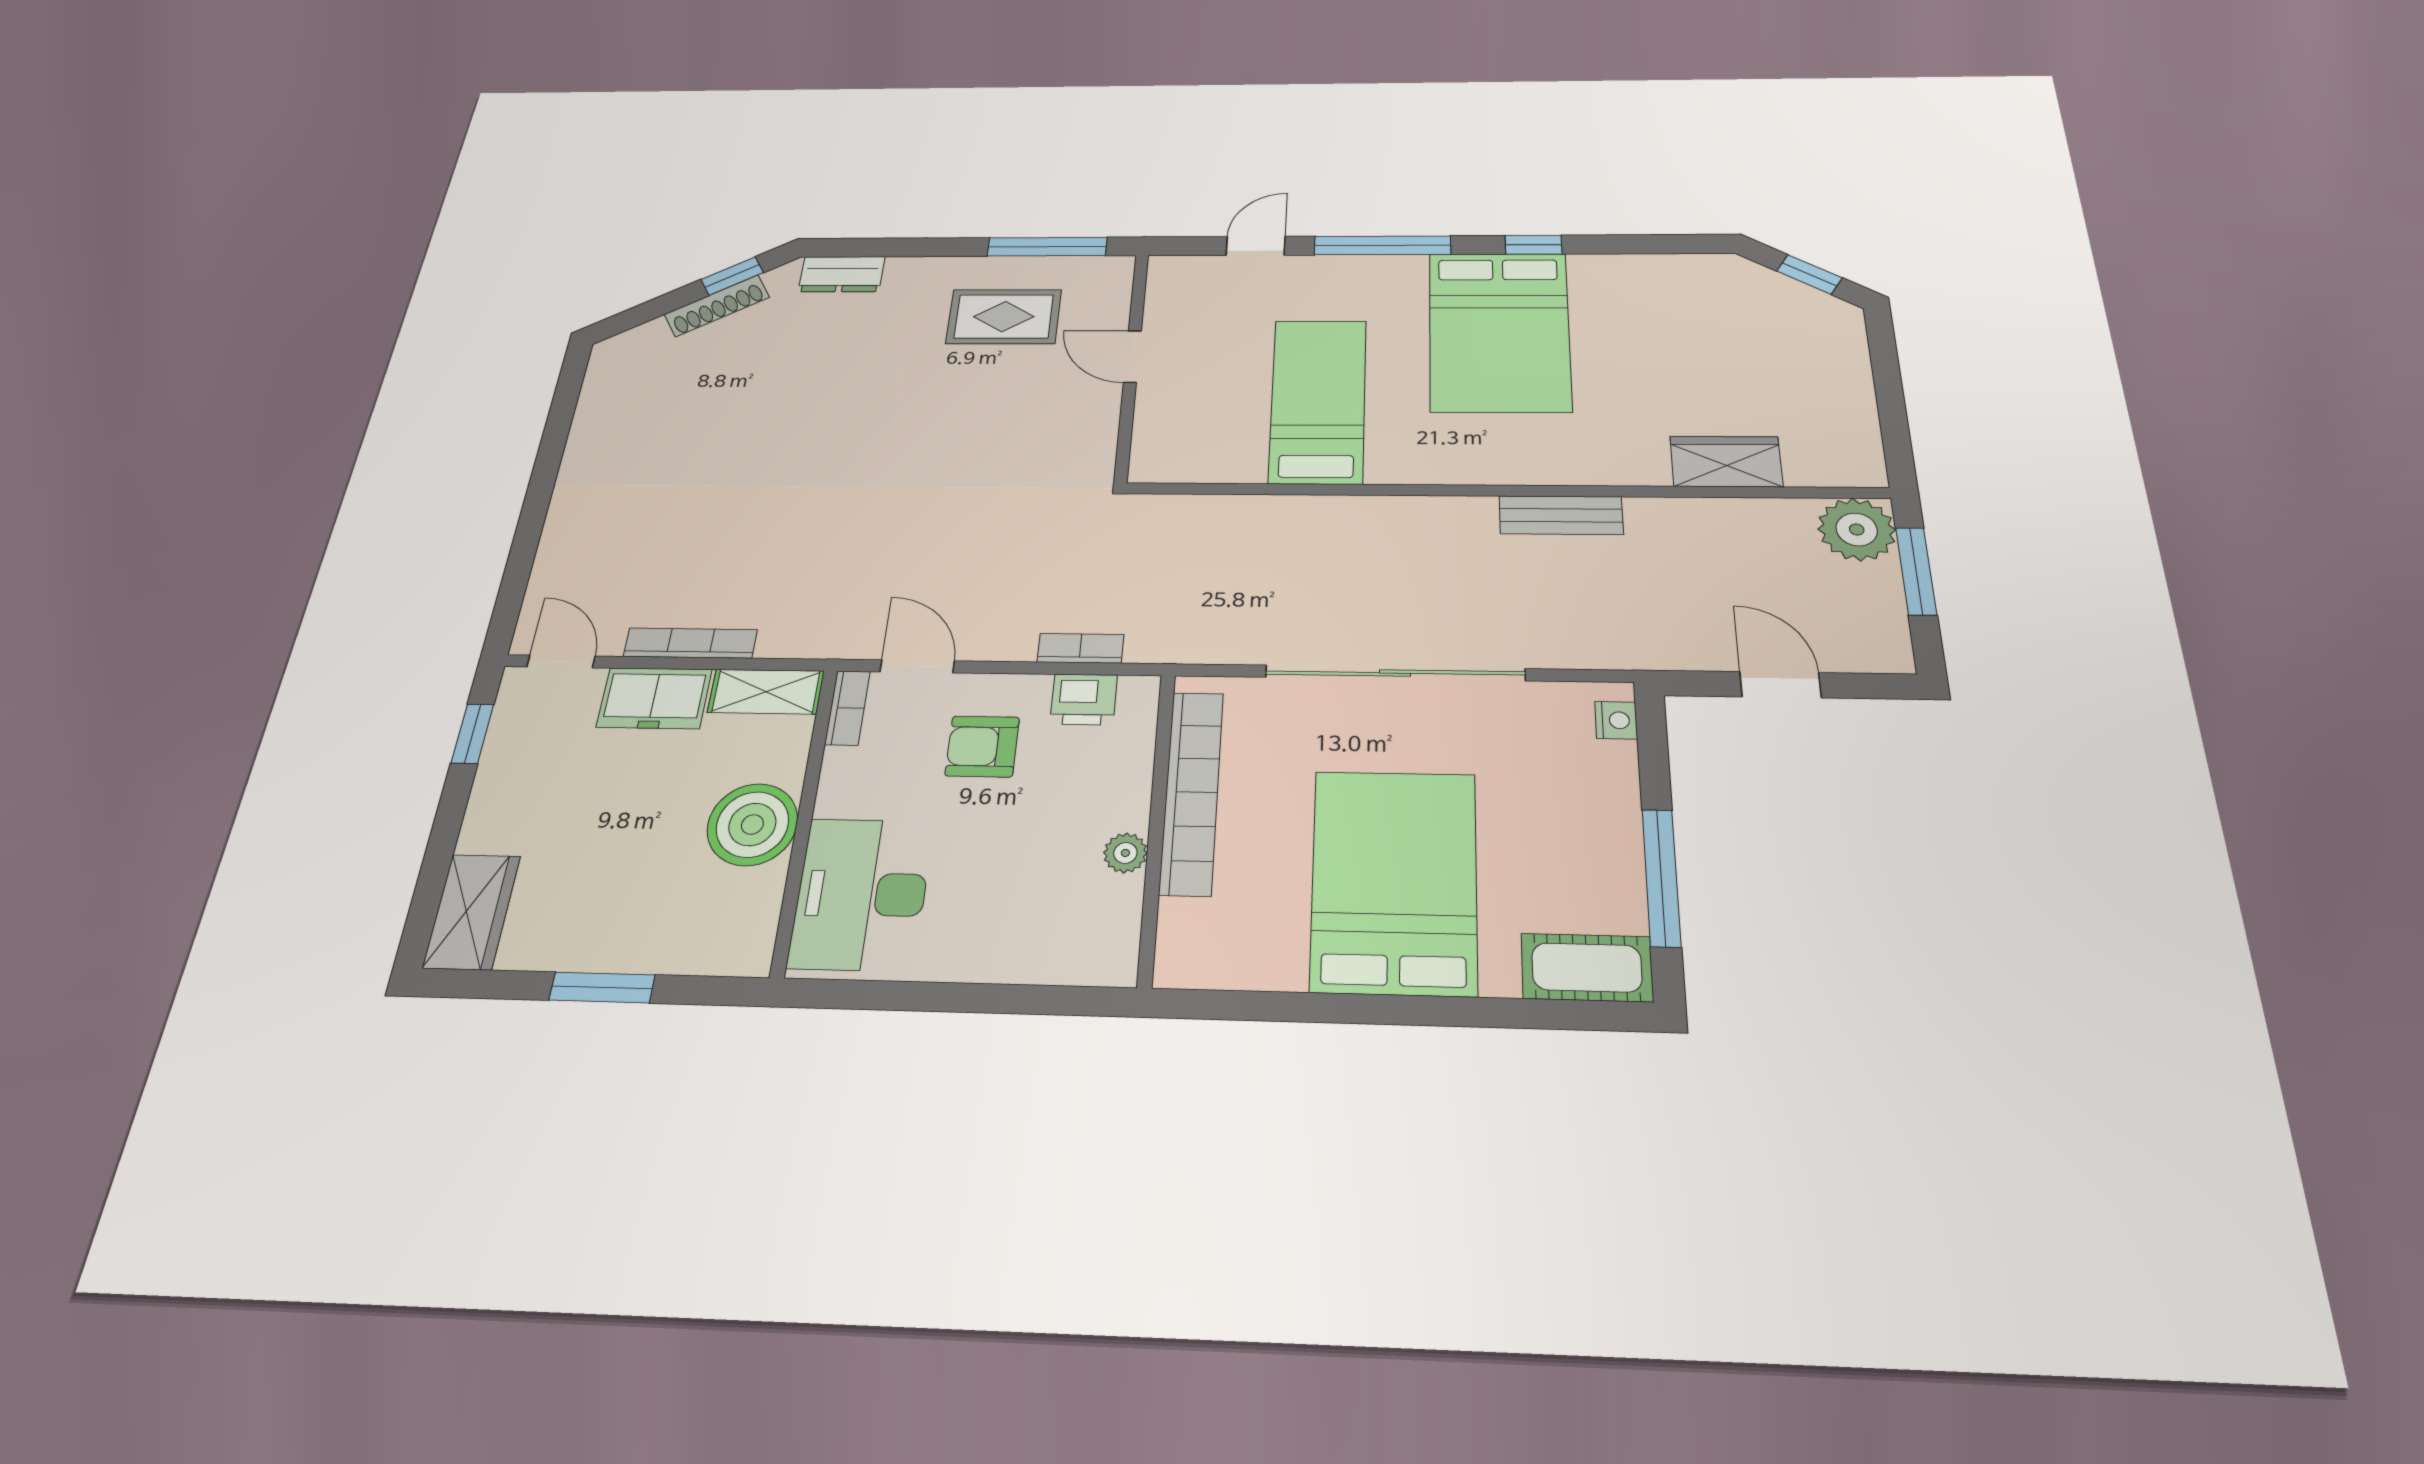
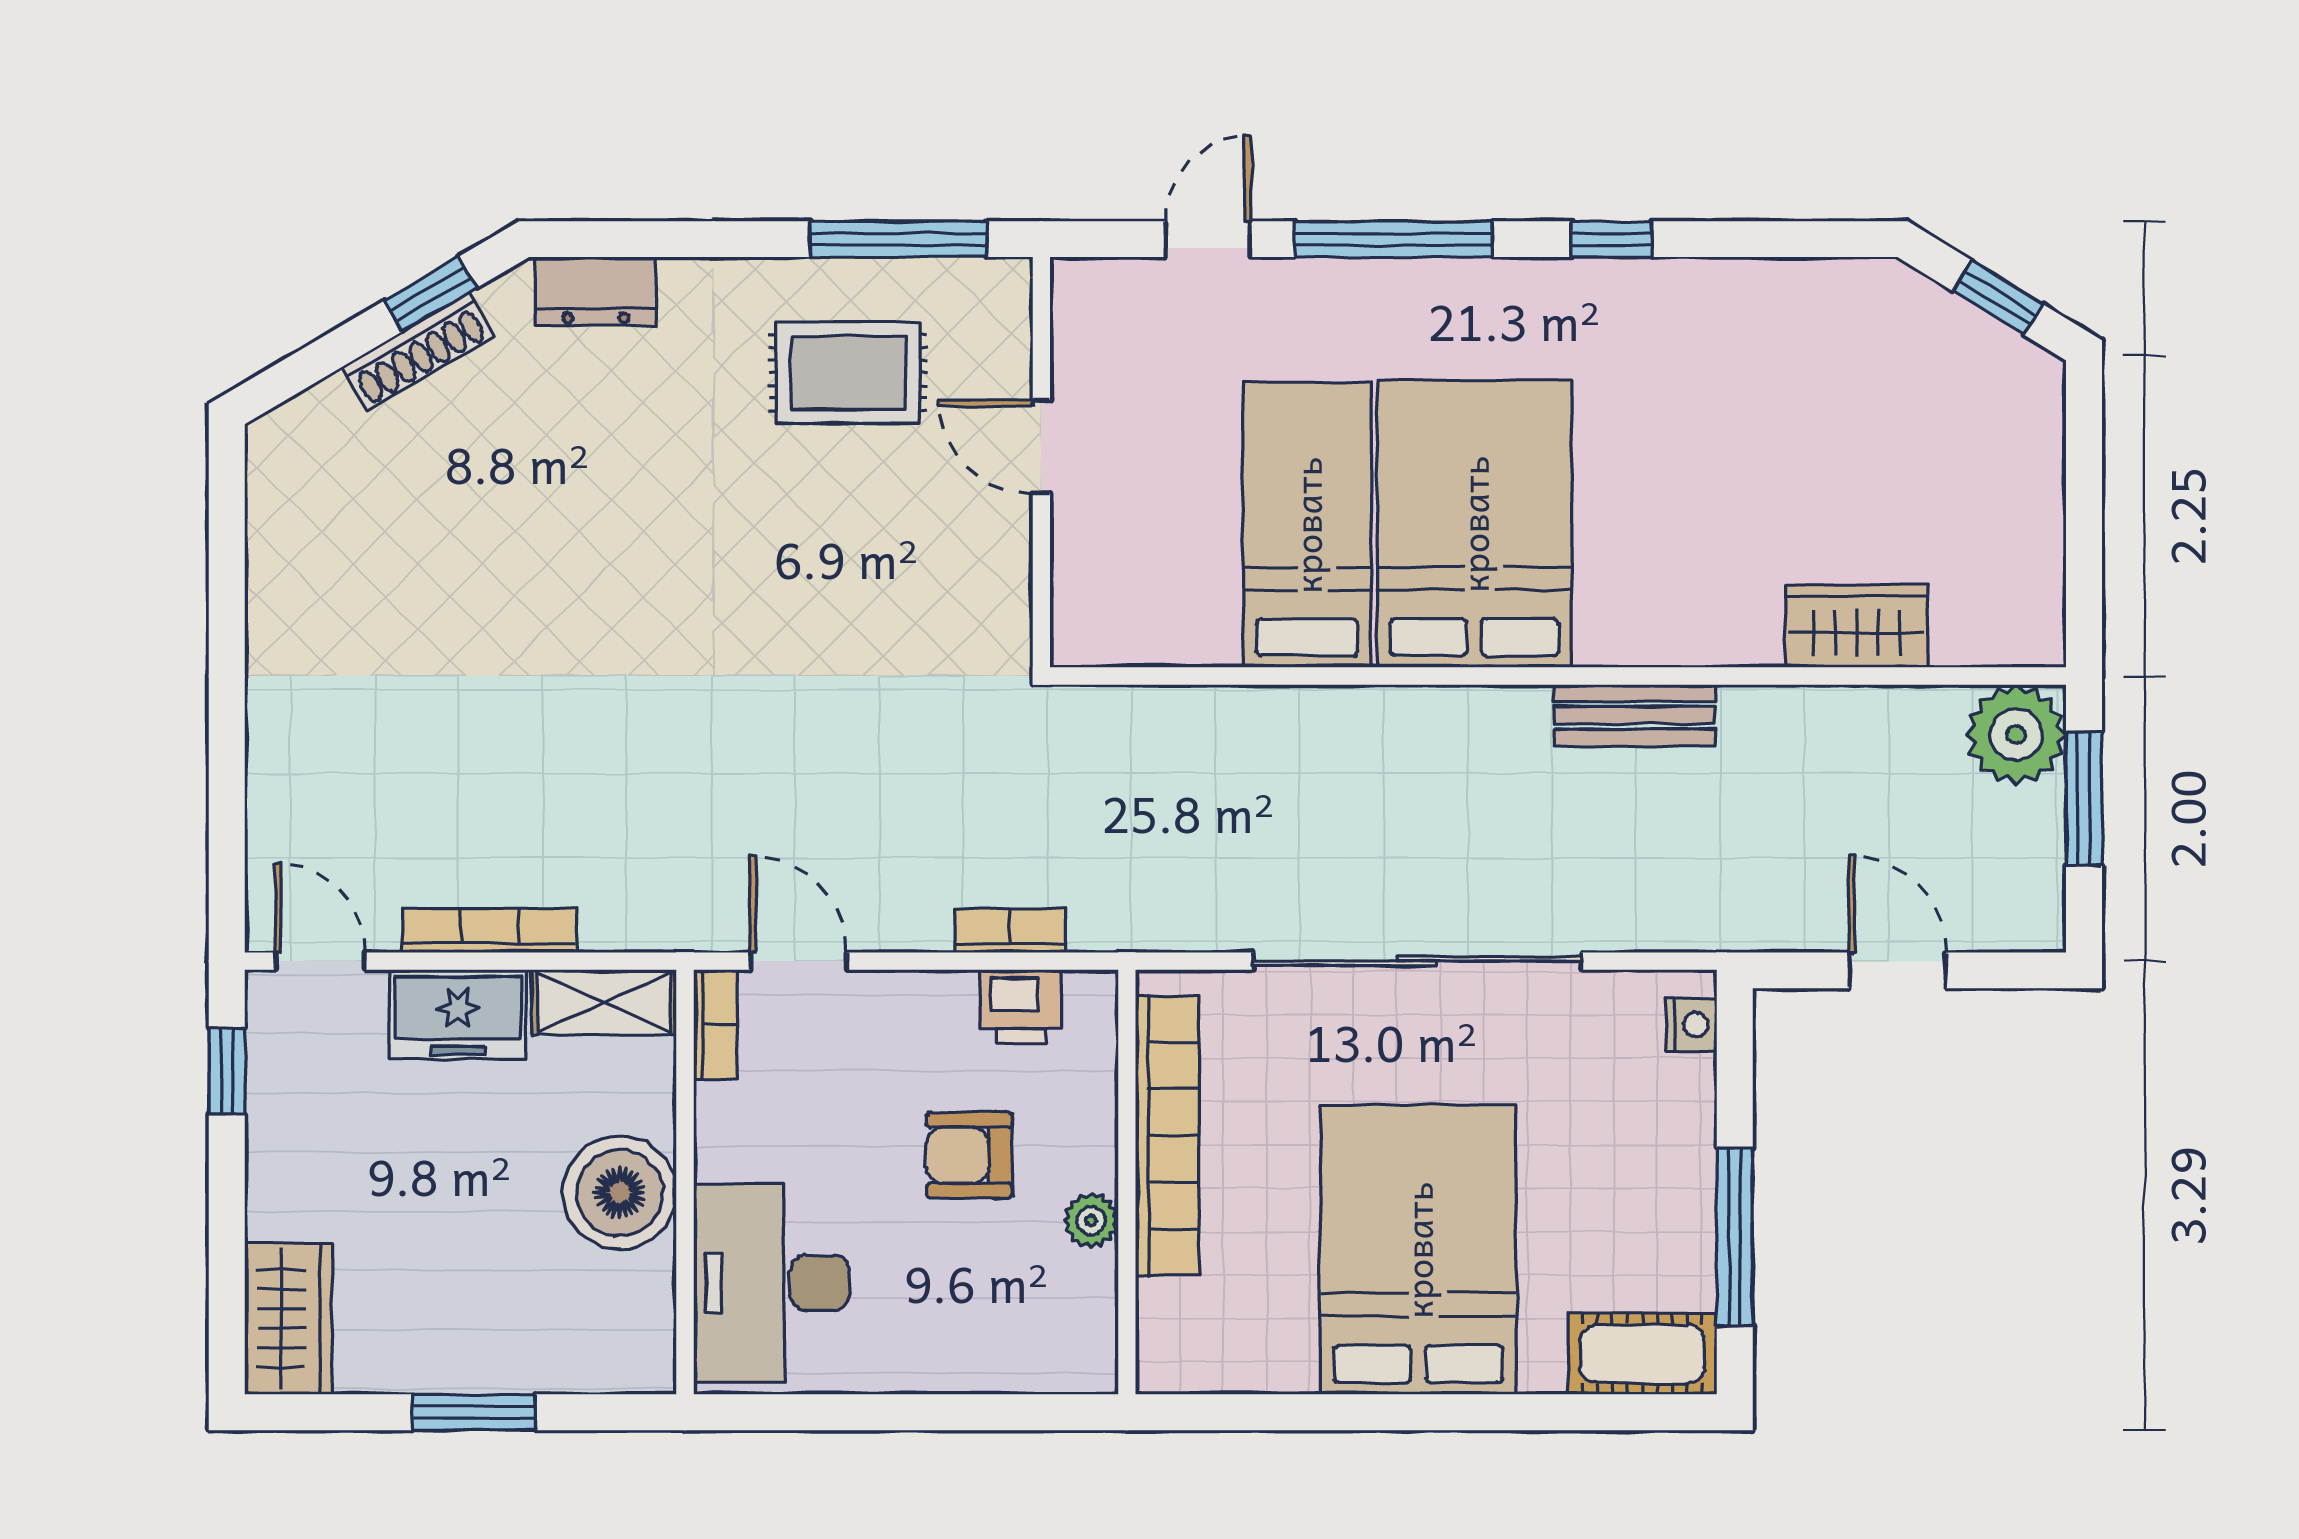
bed: (1499, 331) -> (1474, 524), moved, turned 180
armchair: (982, 746) -> (970, 1155), moved

